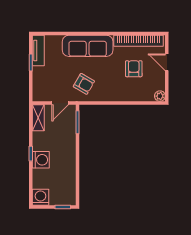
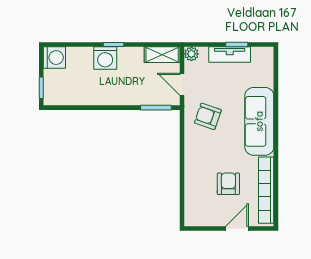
tv unit: (38, 51) -> (230, 55), moved
armchair: (134, 69) -> (228, 184), turned -90
armchair: (84, 84) -> (208, 116), turned 79
plant: (160, 96) -> (191, 54), moved

